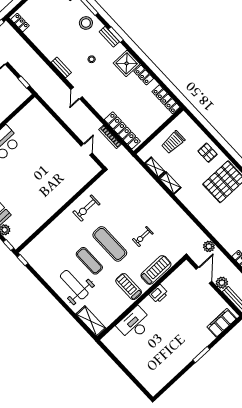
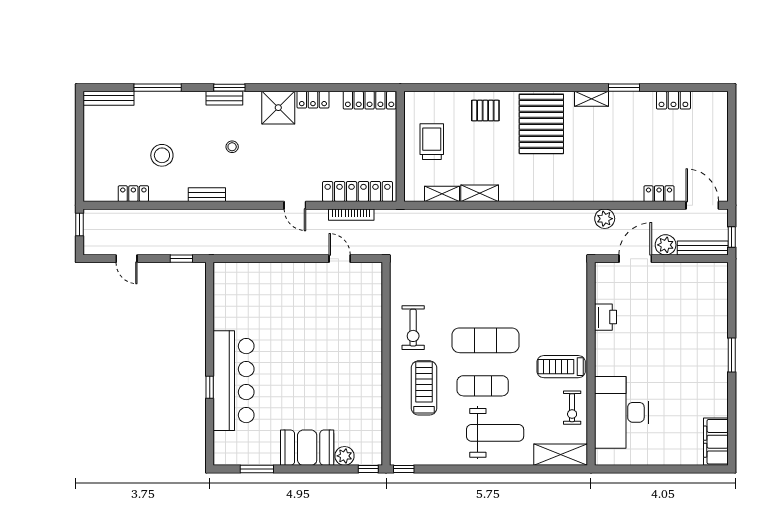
locker: (20, 23) -> (133, 194), moved
stool: (86, 23) -> (162, 155), moved
door: (77, 93) -> (295, 205), moved
trolley: (173, 142) -> (432, 142), turned 180
exercise bike: (143, 236) -> (572, 408), moved
treadmill: (156, 270) -> (424, 388), moved
door: (204, 275) -> (635, 259), hinge flipped
weight bench: (74, 285) -> (495, 433), turned 180
printer: (159, 294) -> (605, 317), moved
filing cabinet: (222, 323) -> (716, 442), moved
desk: (135, 324) -> (621, 412), width x1.36, depth x1.30

